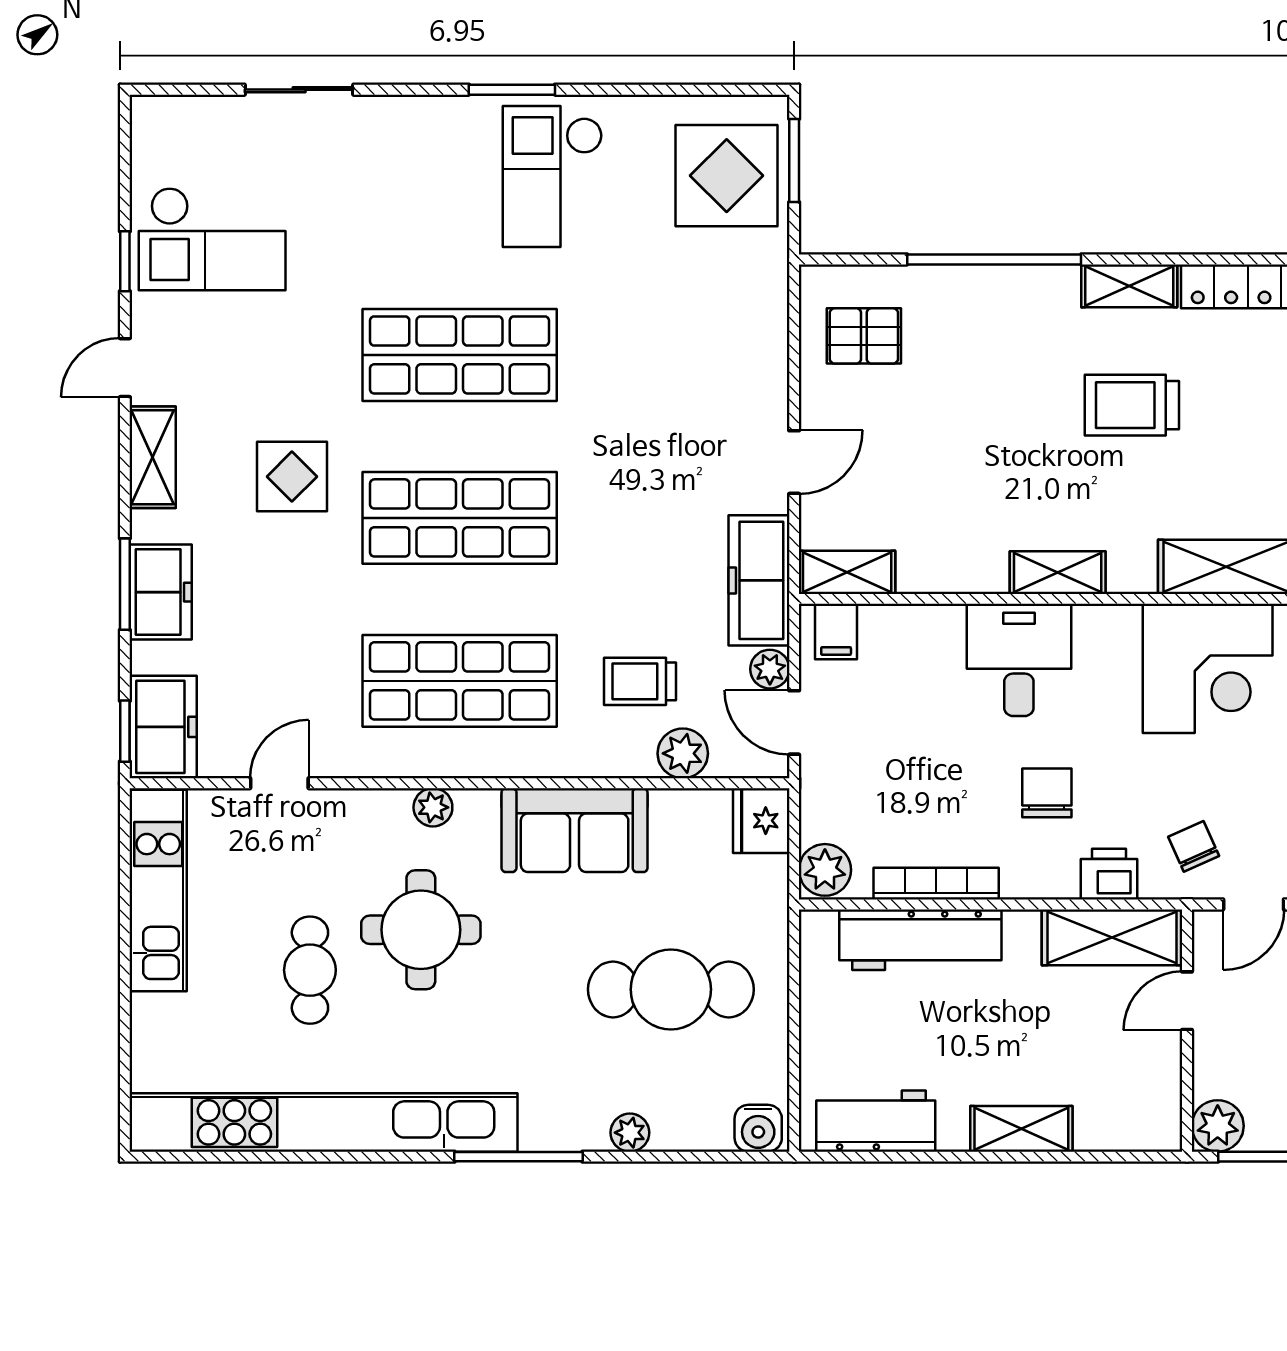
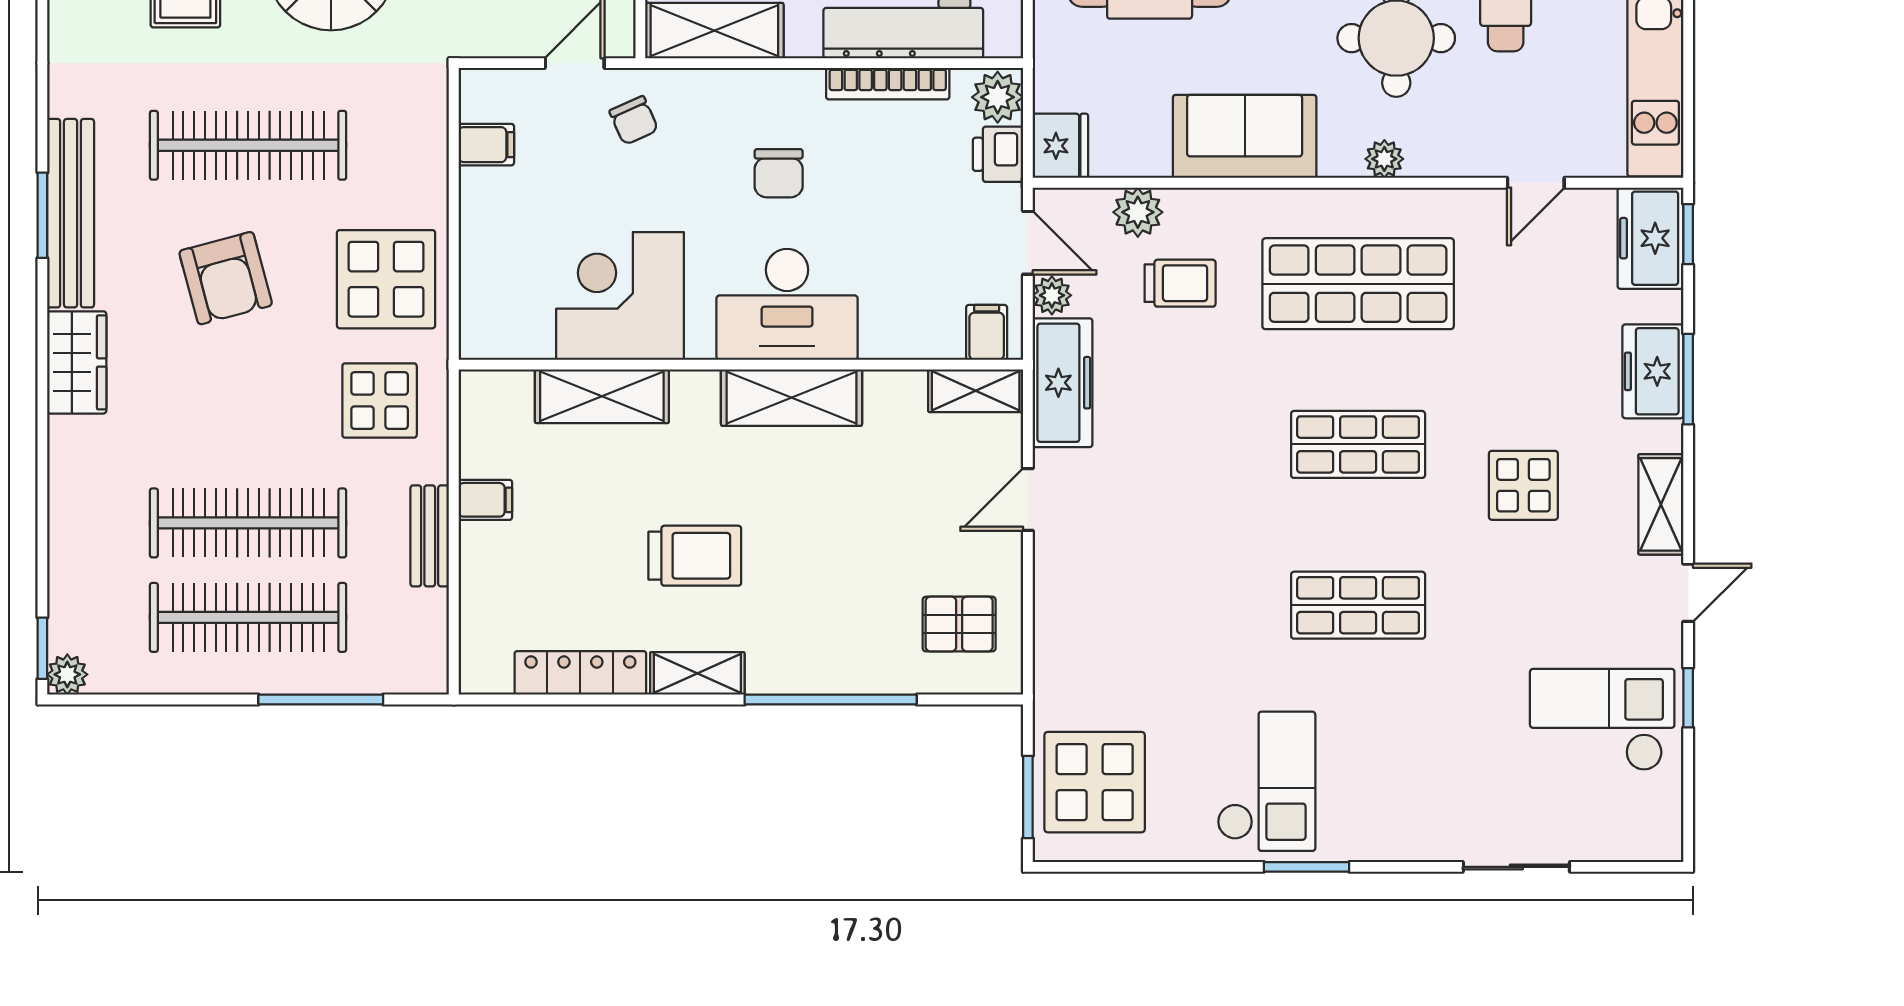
shop shelf: (460, 355) -> (1358, 605), width x0.70, depth x0.74
shop shelf: (460, 518) -> (1358, 444), width x0.70, depth x0.74
shelving: (1058, 573) -> (792, 398), width x1.50, depth x1.33
desk: (1019, 660) -> (787, 304), width x1.37
printer: (1109, 874) -> (998, 154), moved, turned 90

